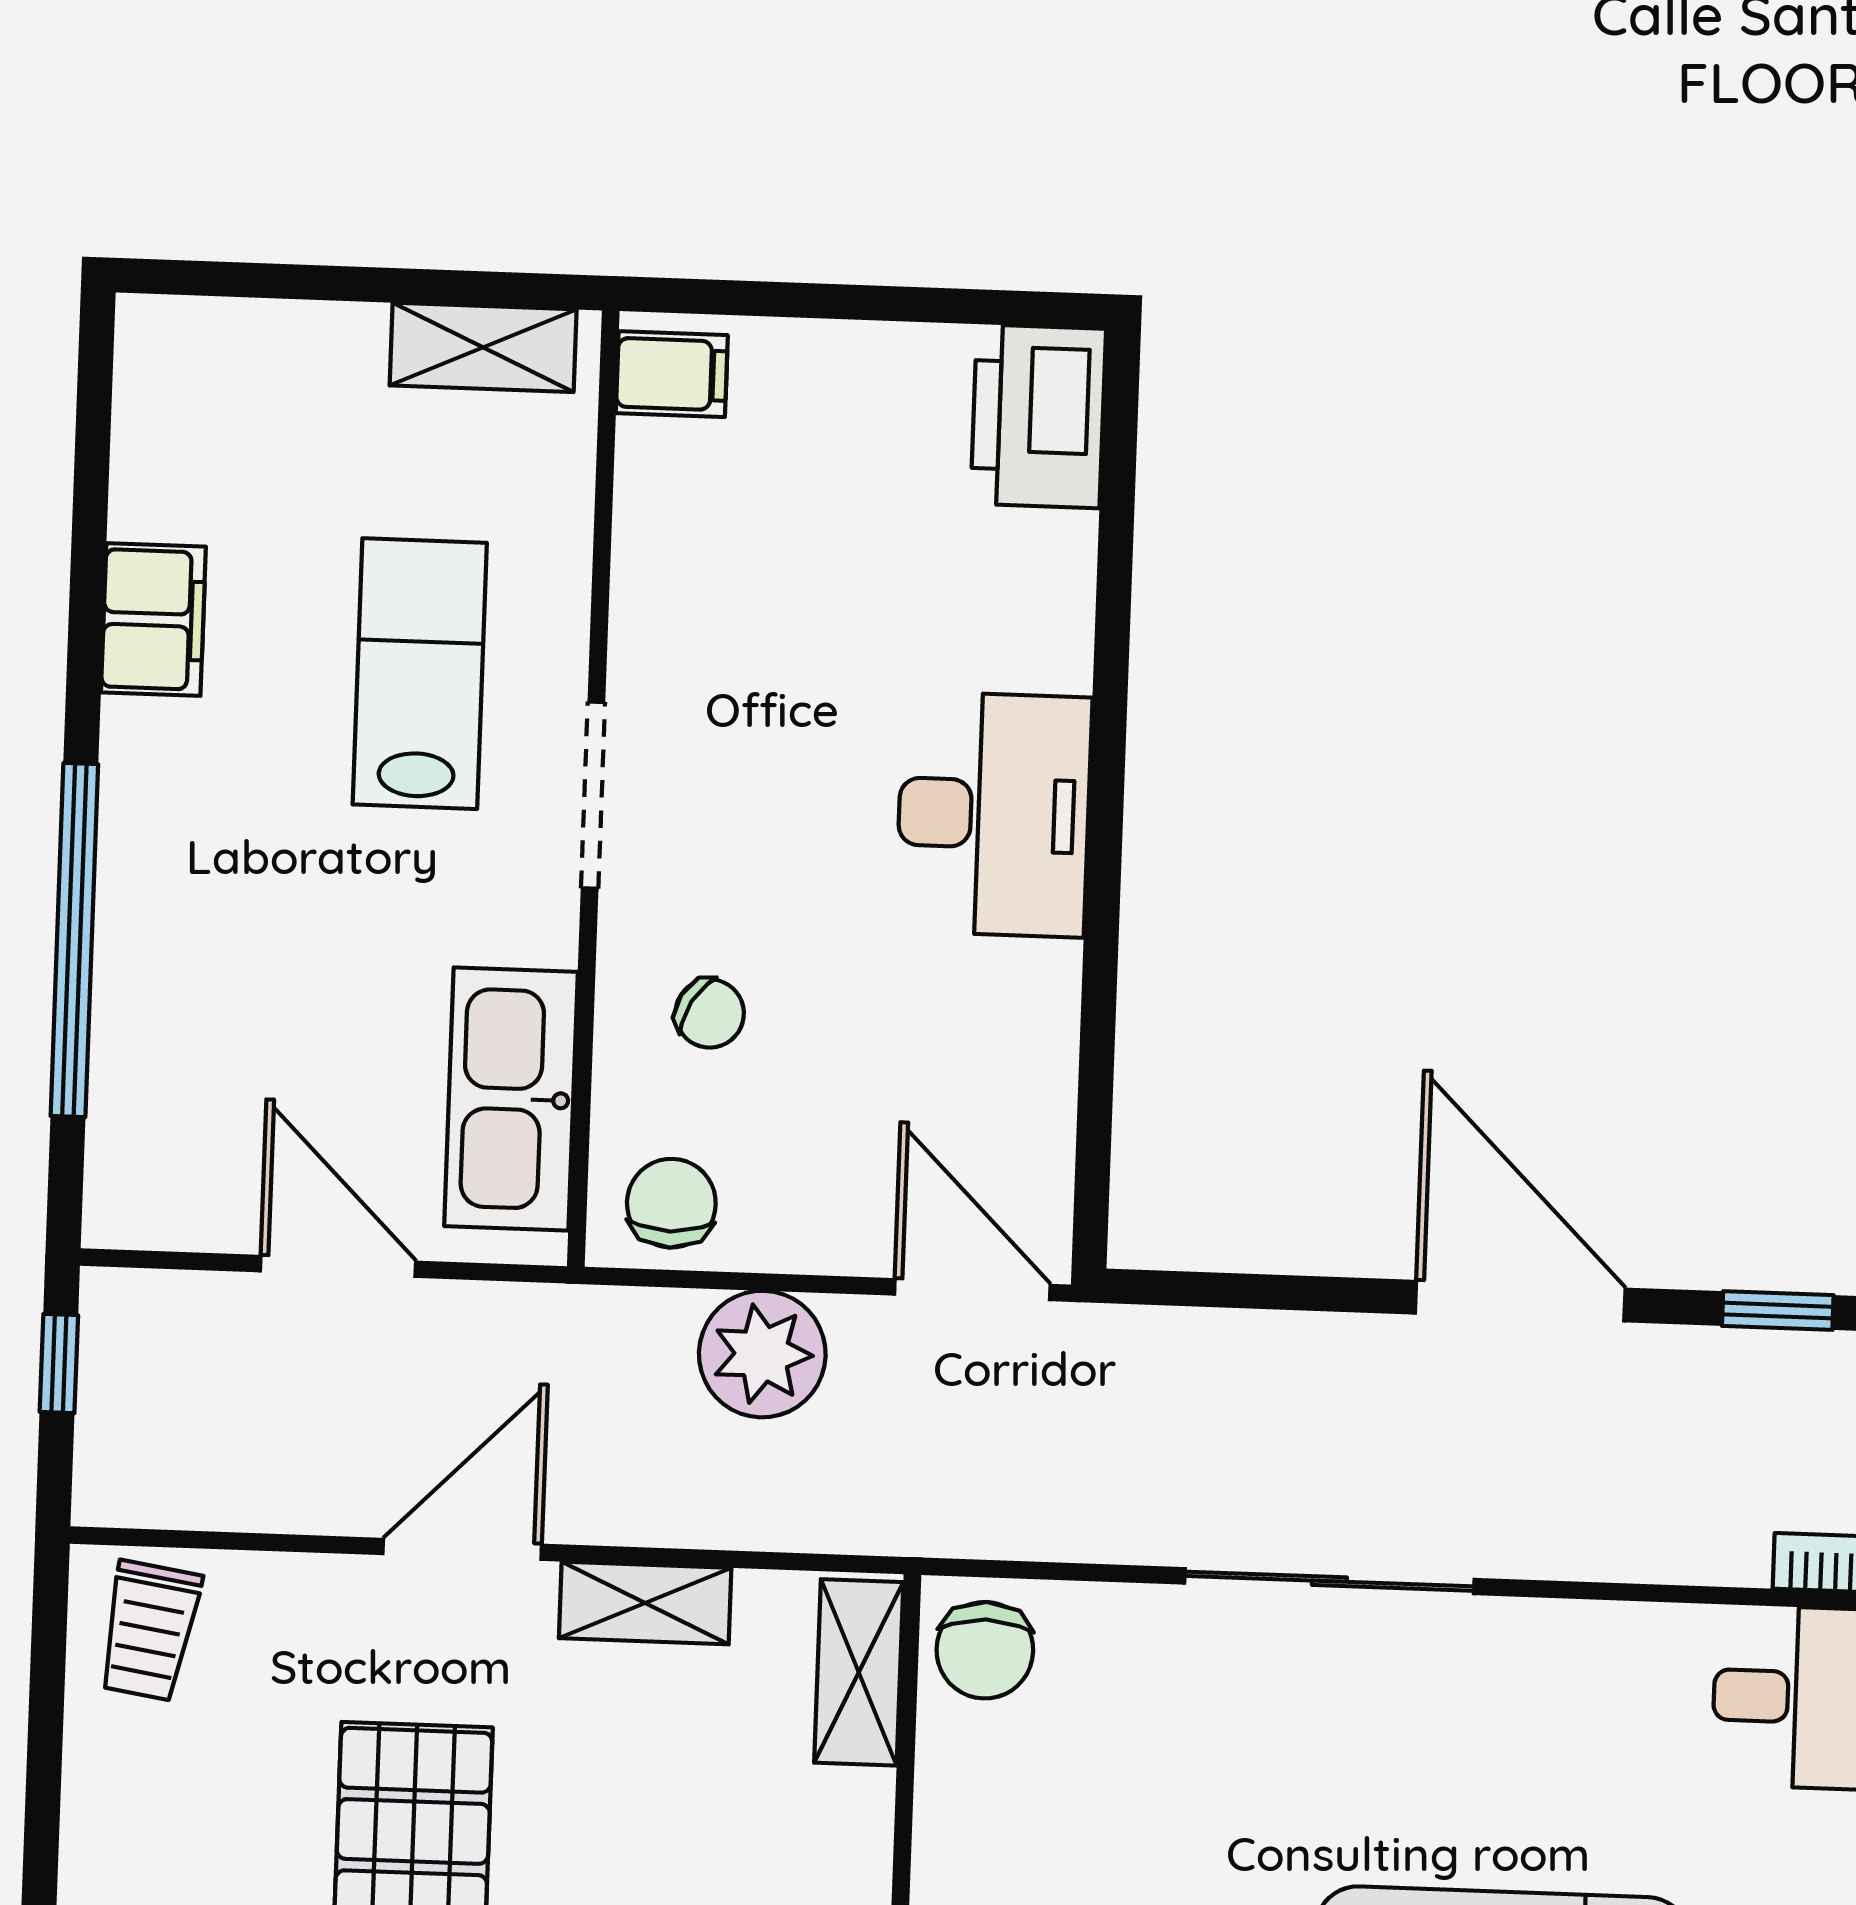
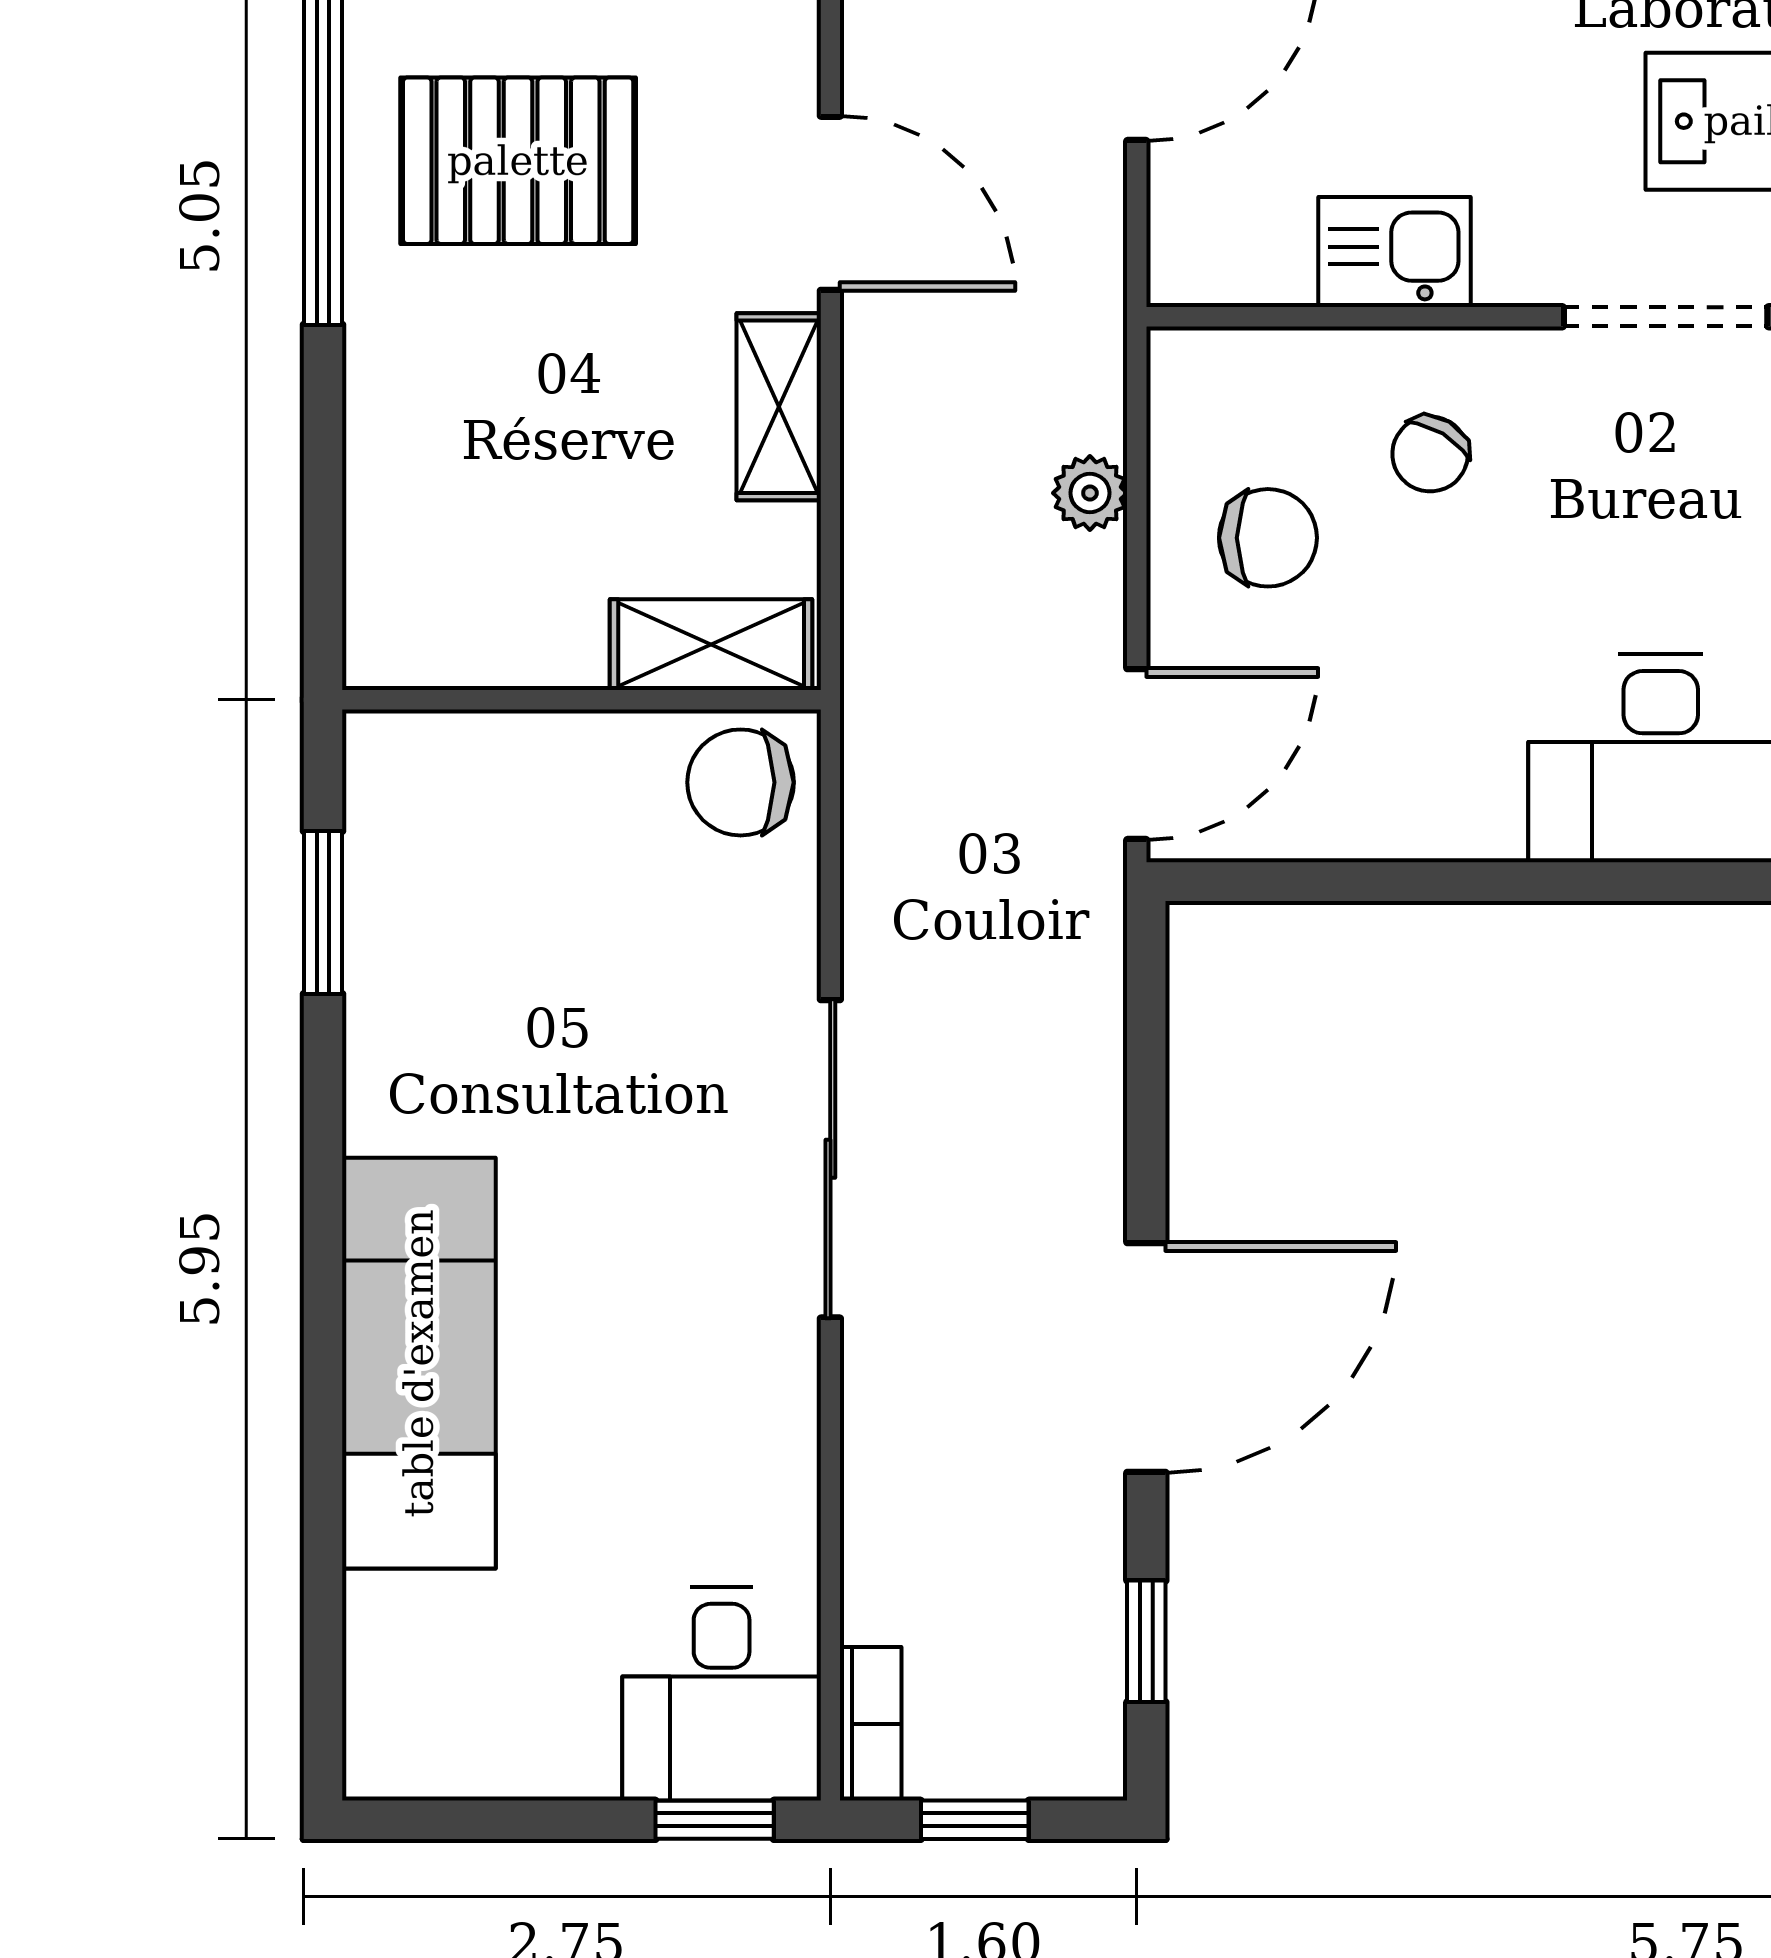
kitchen sink: (511, 1099) -> (1394, 252), width x0.53, depth x0.81
chair: (671, 1203) -> (1268, 538), moved
plant: (762, 1354) -> (1090, 493), width x0.53, depth x0.53

